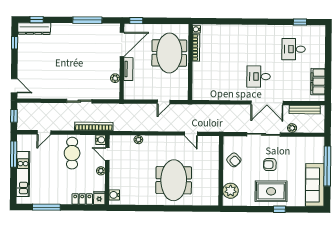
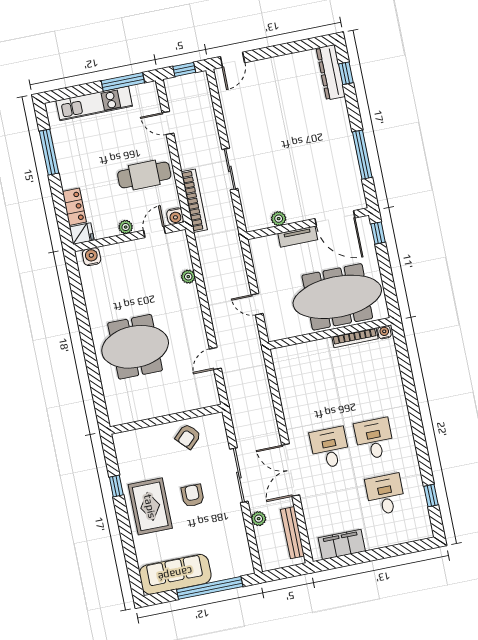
window: (15, 43) -> (302, 46), removed
desk: (259, 49) -> (374, 439), added
meeting table: (169, 53) -> (337, 297), width x1.36
plant: (230, 191) -> (137, 441), removed
window: (279, 209) -> (116, 486), moved

